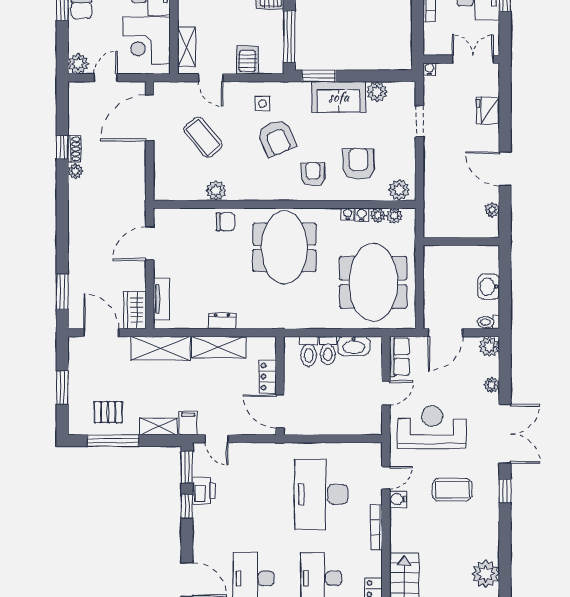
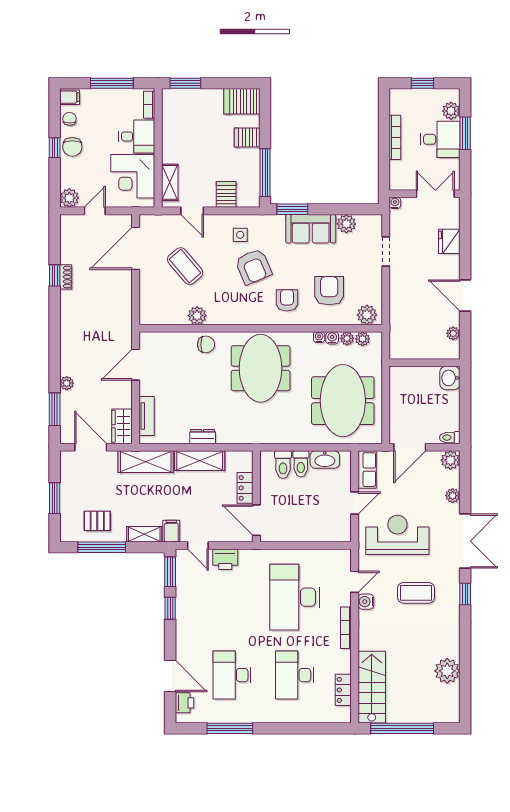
plant: (75, 171) -> (67, 383), moved
washbasin: (489, 287) -> (450, 378), moved
printer: (204, 491) -> (225, 559), moved, turned 90

